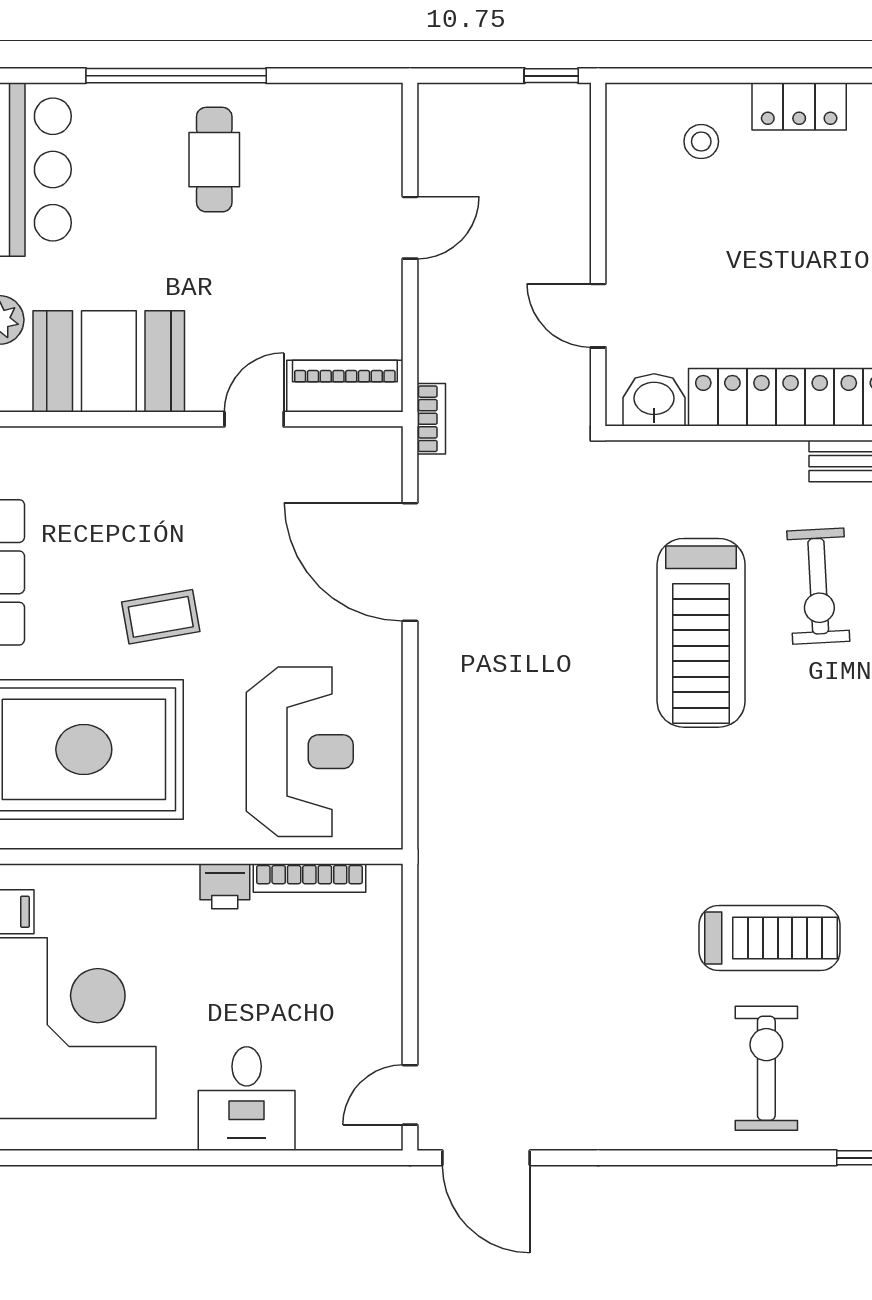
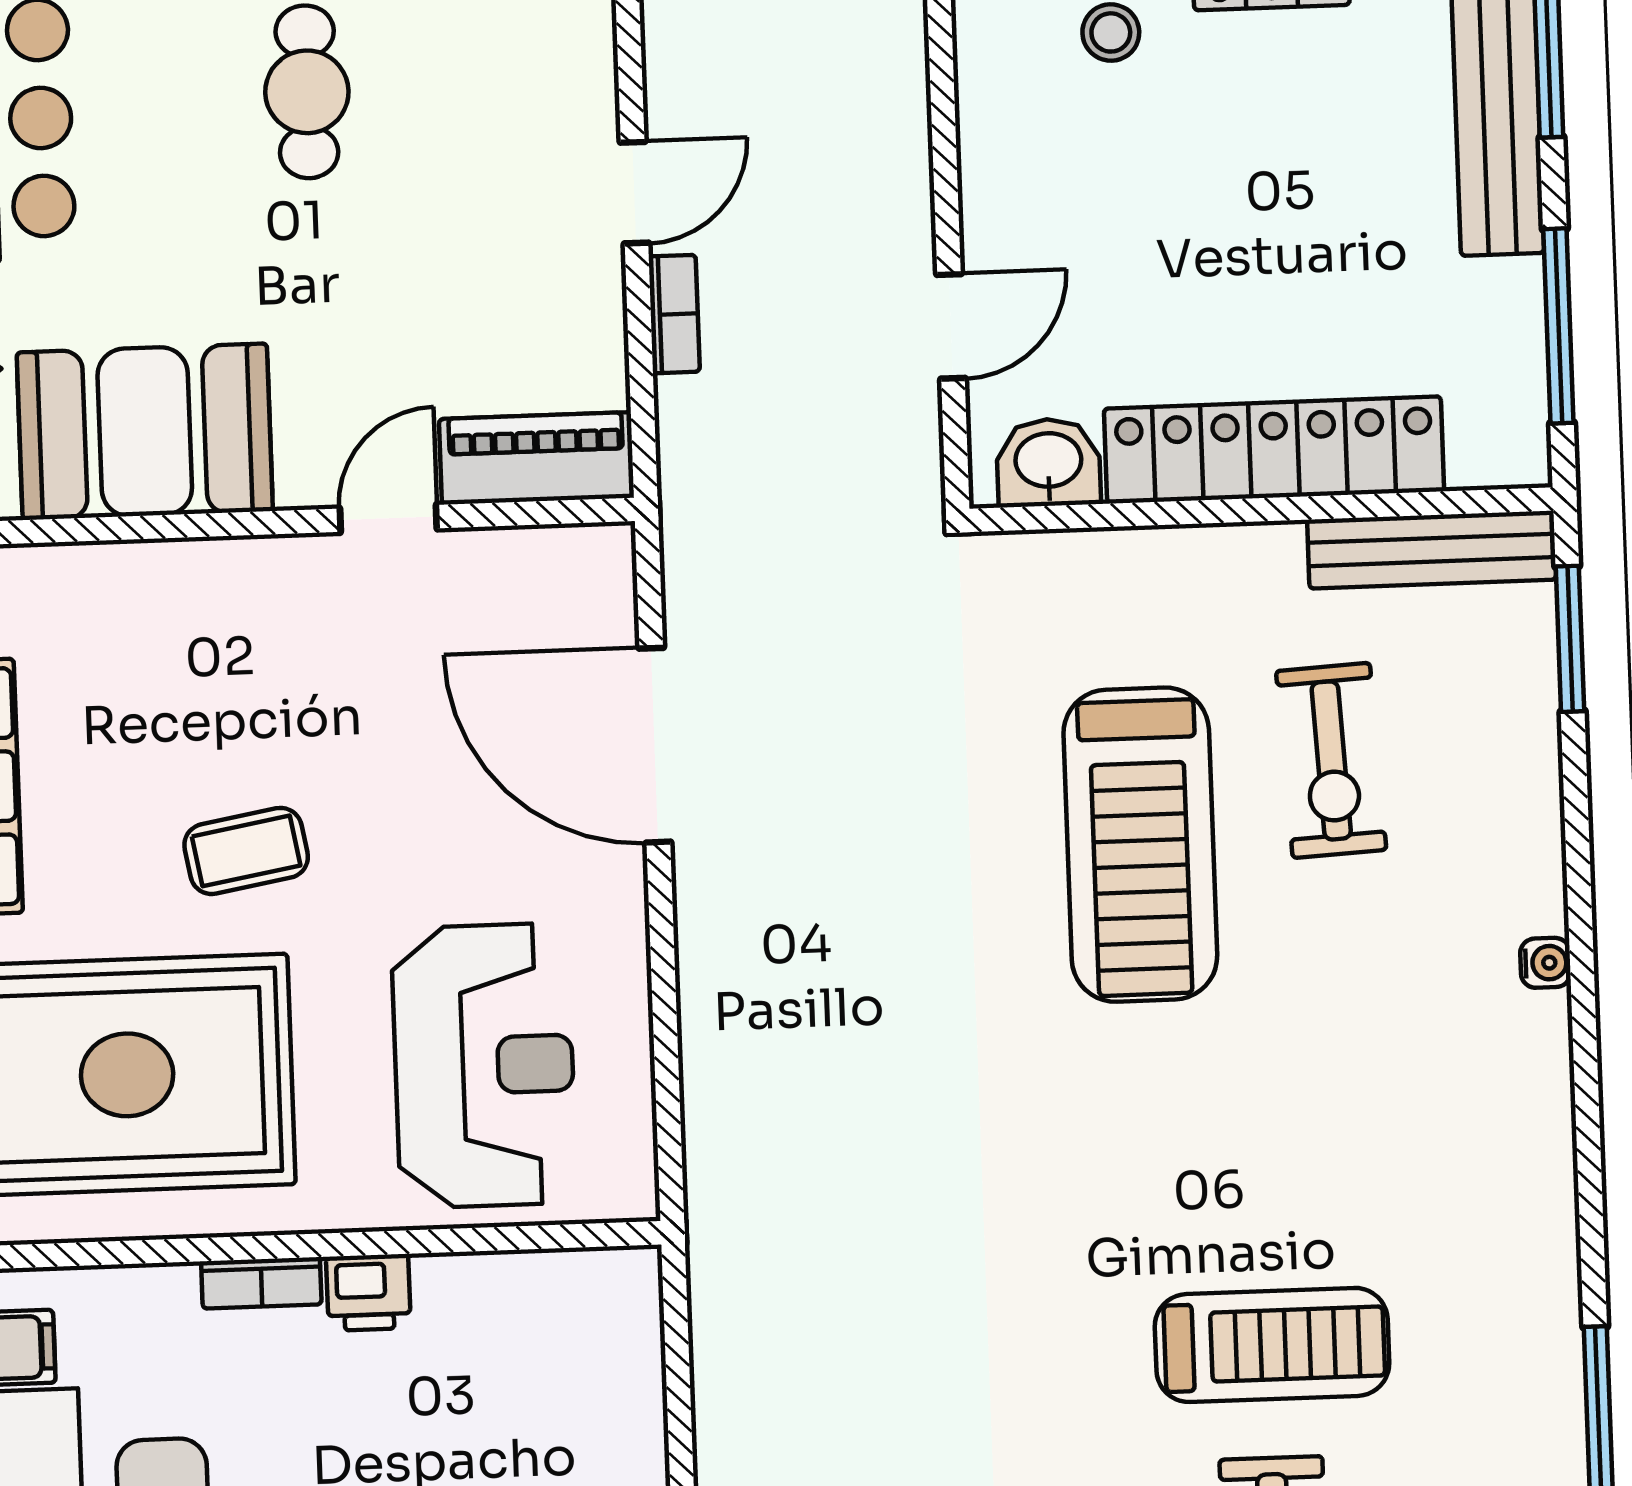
door: (598, 316) -> (951, 326), swing flipped
bookcase: (431, 419) -> (674, 314), moved
bookcase: (309, 878) -> (261, 1283), moved, width x0.64

